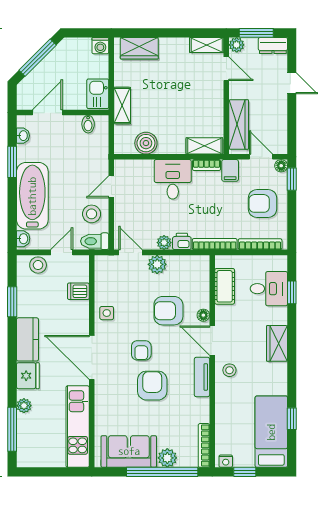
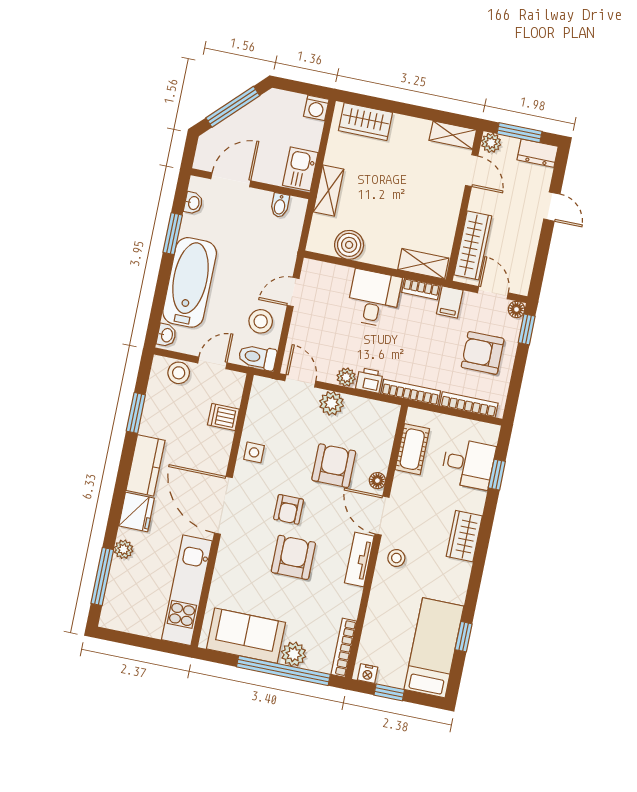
armchair: (168, 311) -> (334, 466), turned 90

